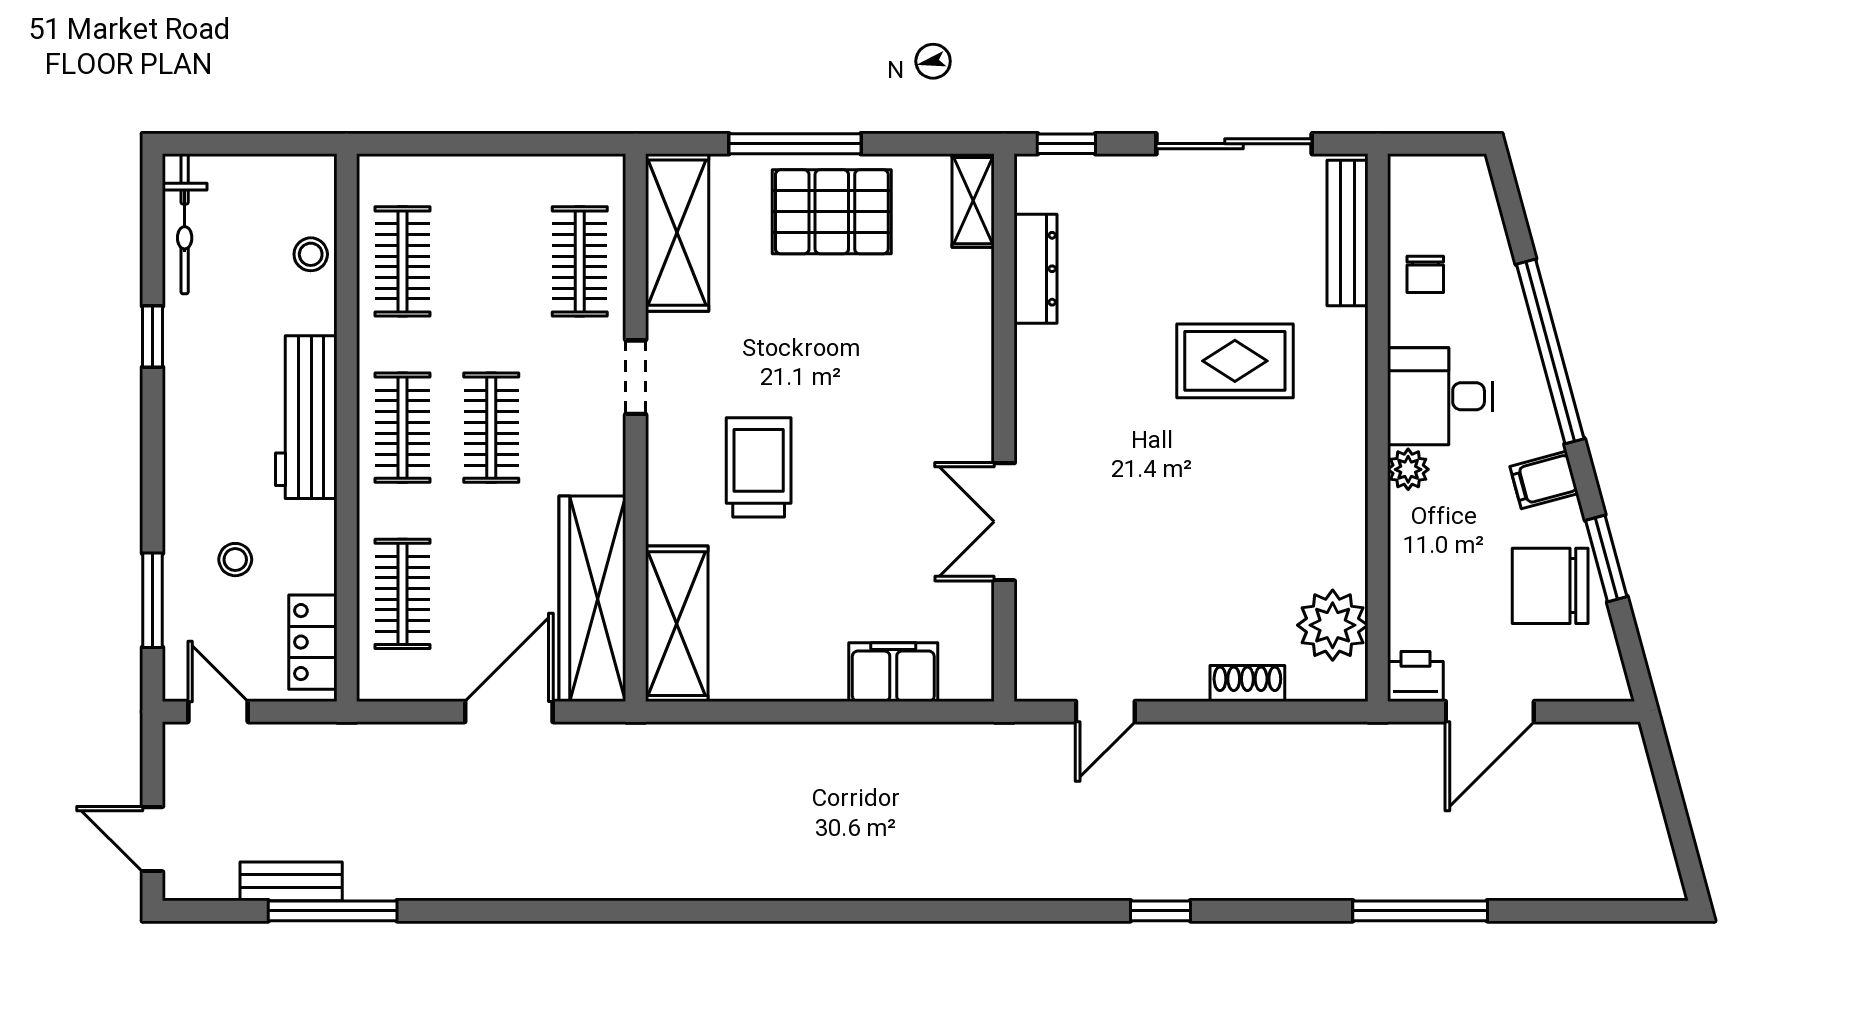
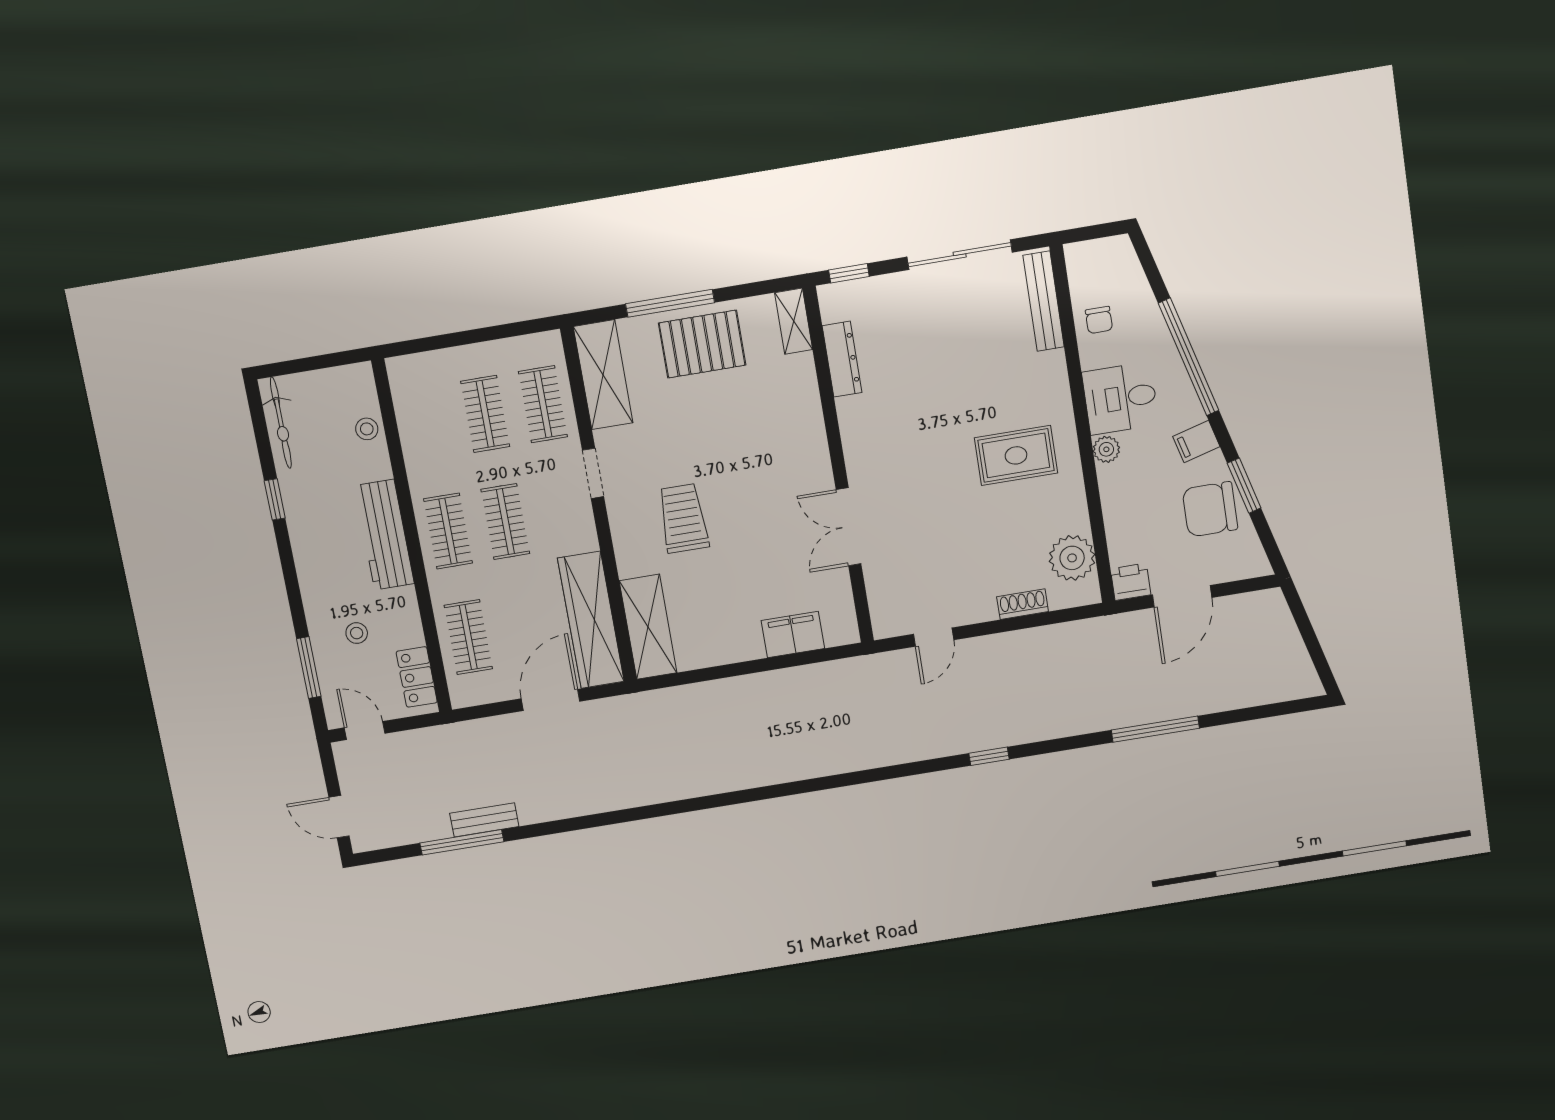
clothes rail: (403, 261) -> (485, 414), moved
rug: (1235, 361) -> (1016, 455), moved
bench: (291, 881) -> (484, 820), moved

